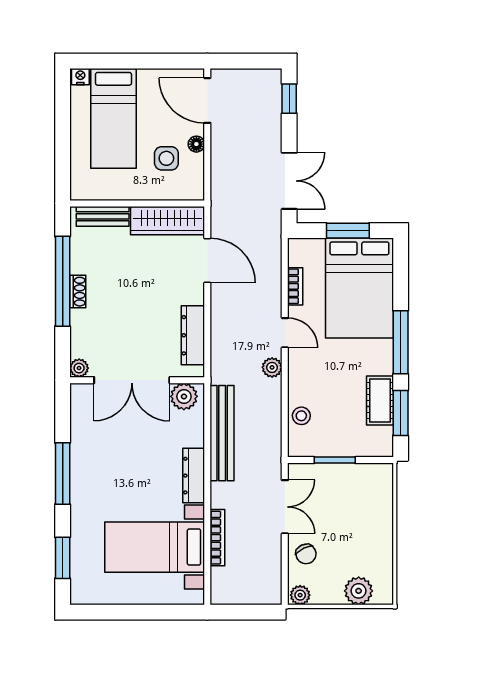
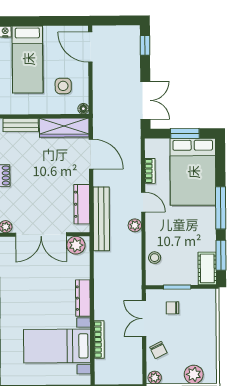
floor lamp: (196, 144) -> (83, 109), moved
cot: (380, 400) -> (207, 268), moved
bench: (222, 433) -> (101, 219), moved
chair: (327, 491) -> (172, 308), added
double door: (285, 507) -> (144, 319), swing flipped

